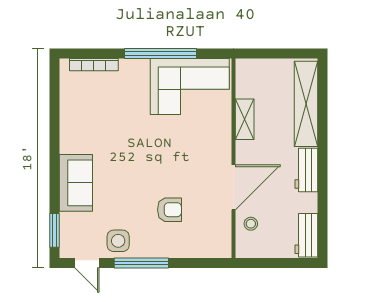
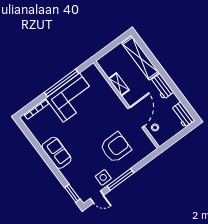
corner sofa: (190, 87) -> (71, 98), moved
sofa: (76, 183) -> (57, 153), moved
armchair: (169, 210) -> (115, 148), width x1.88, depth x1.88

